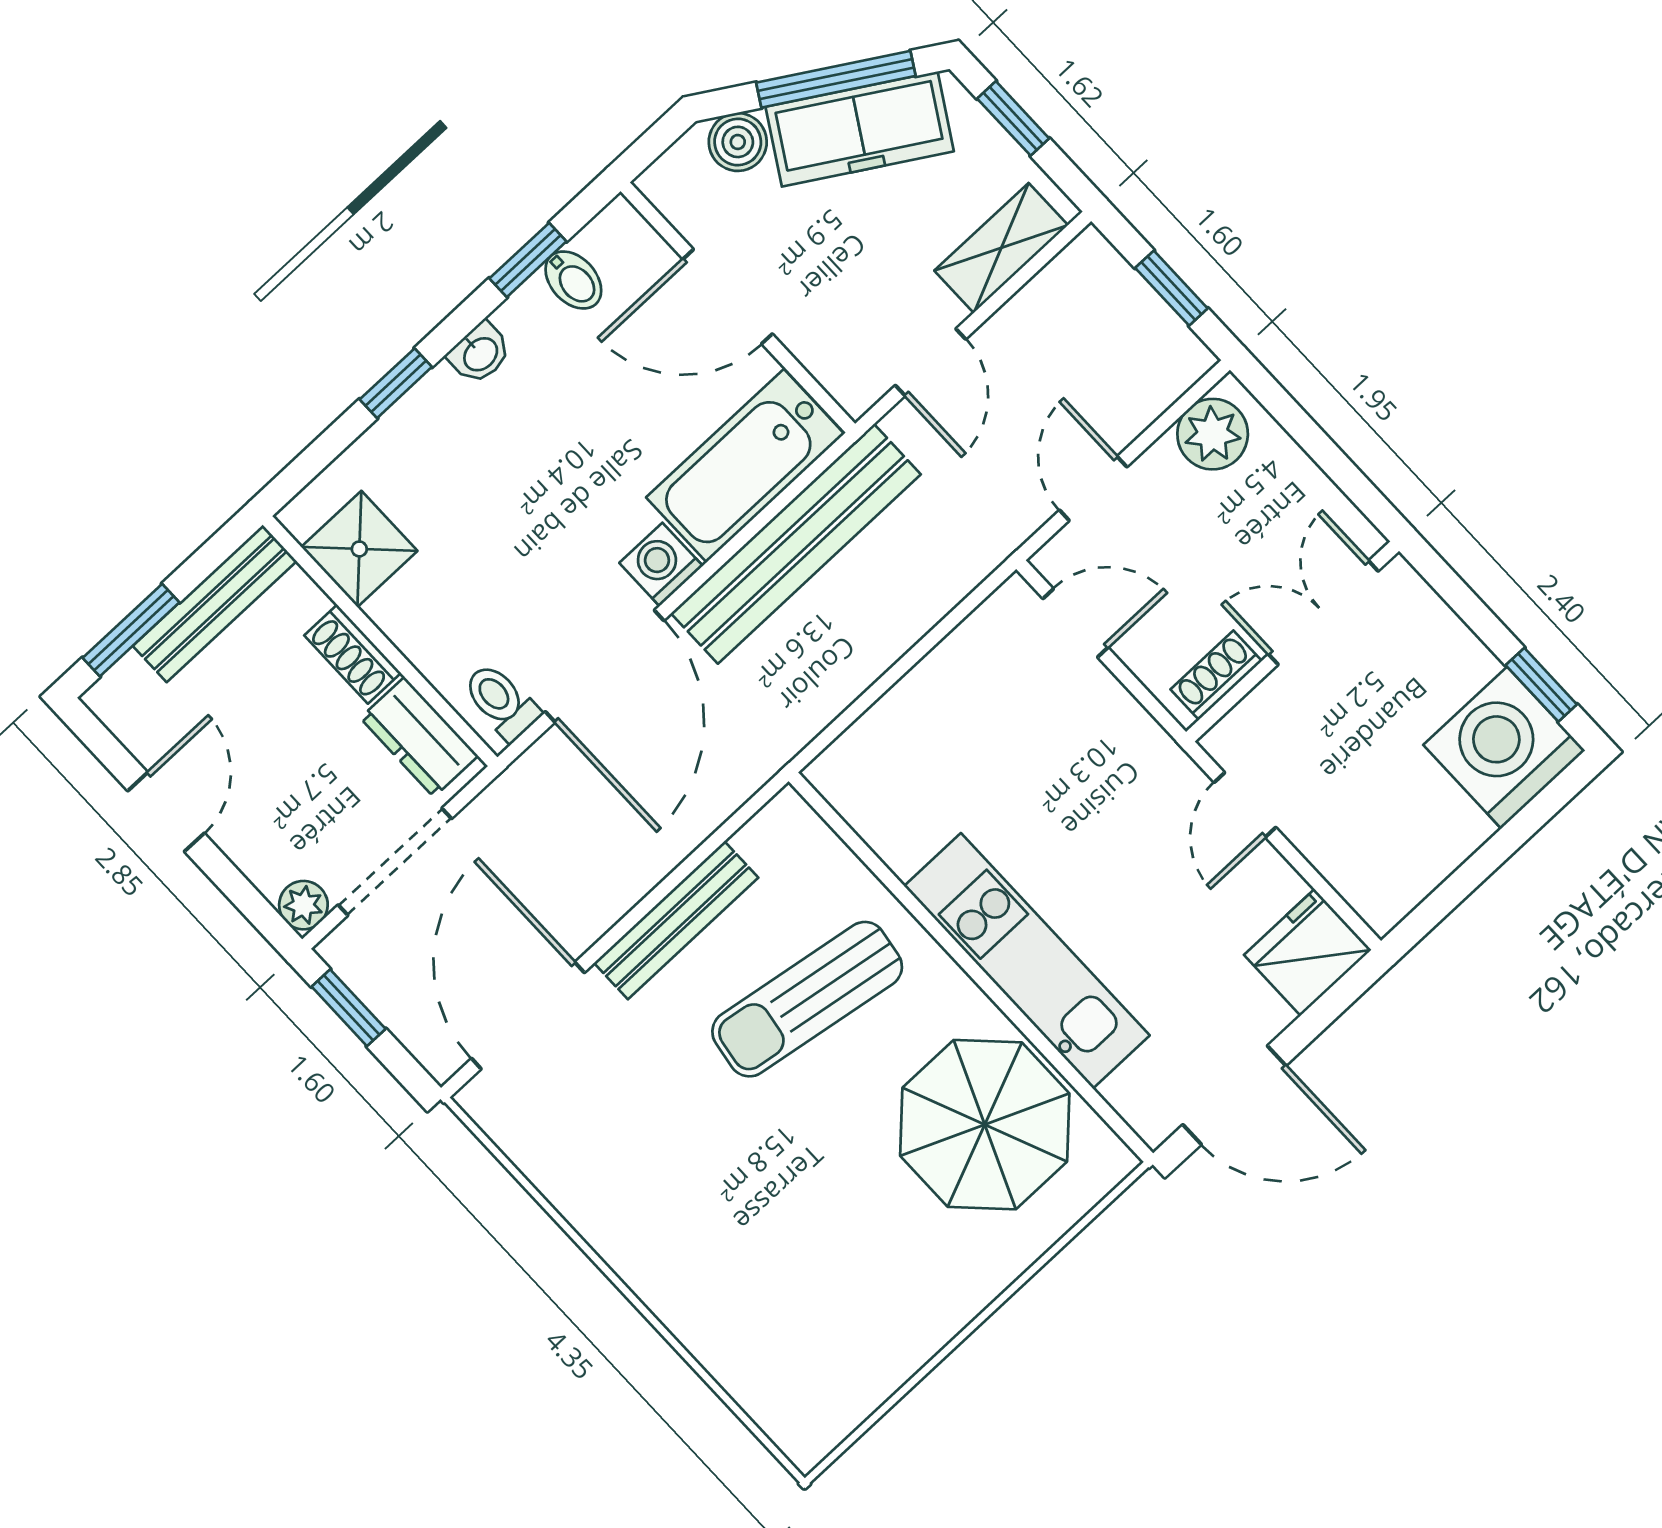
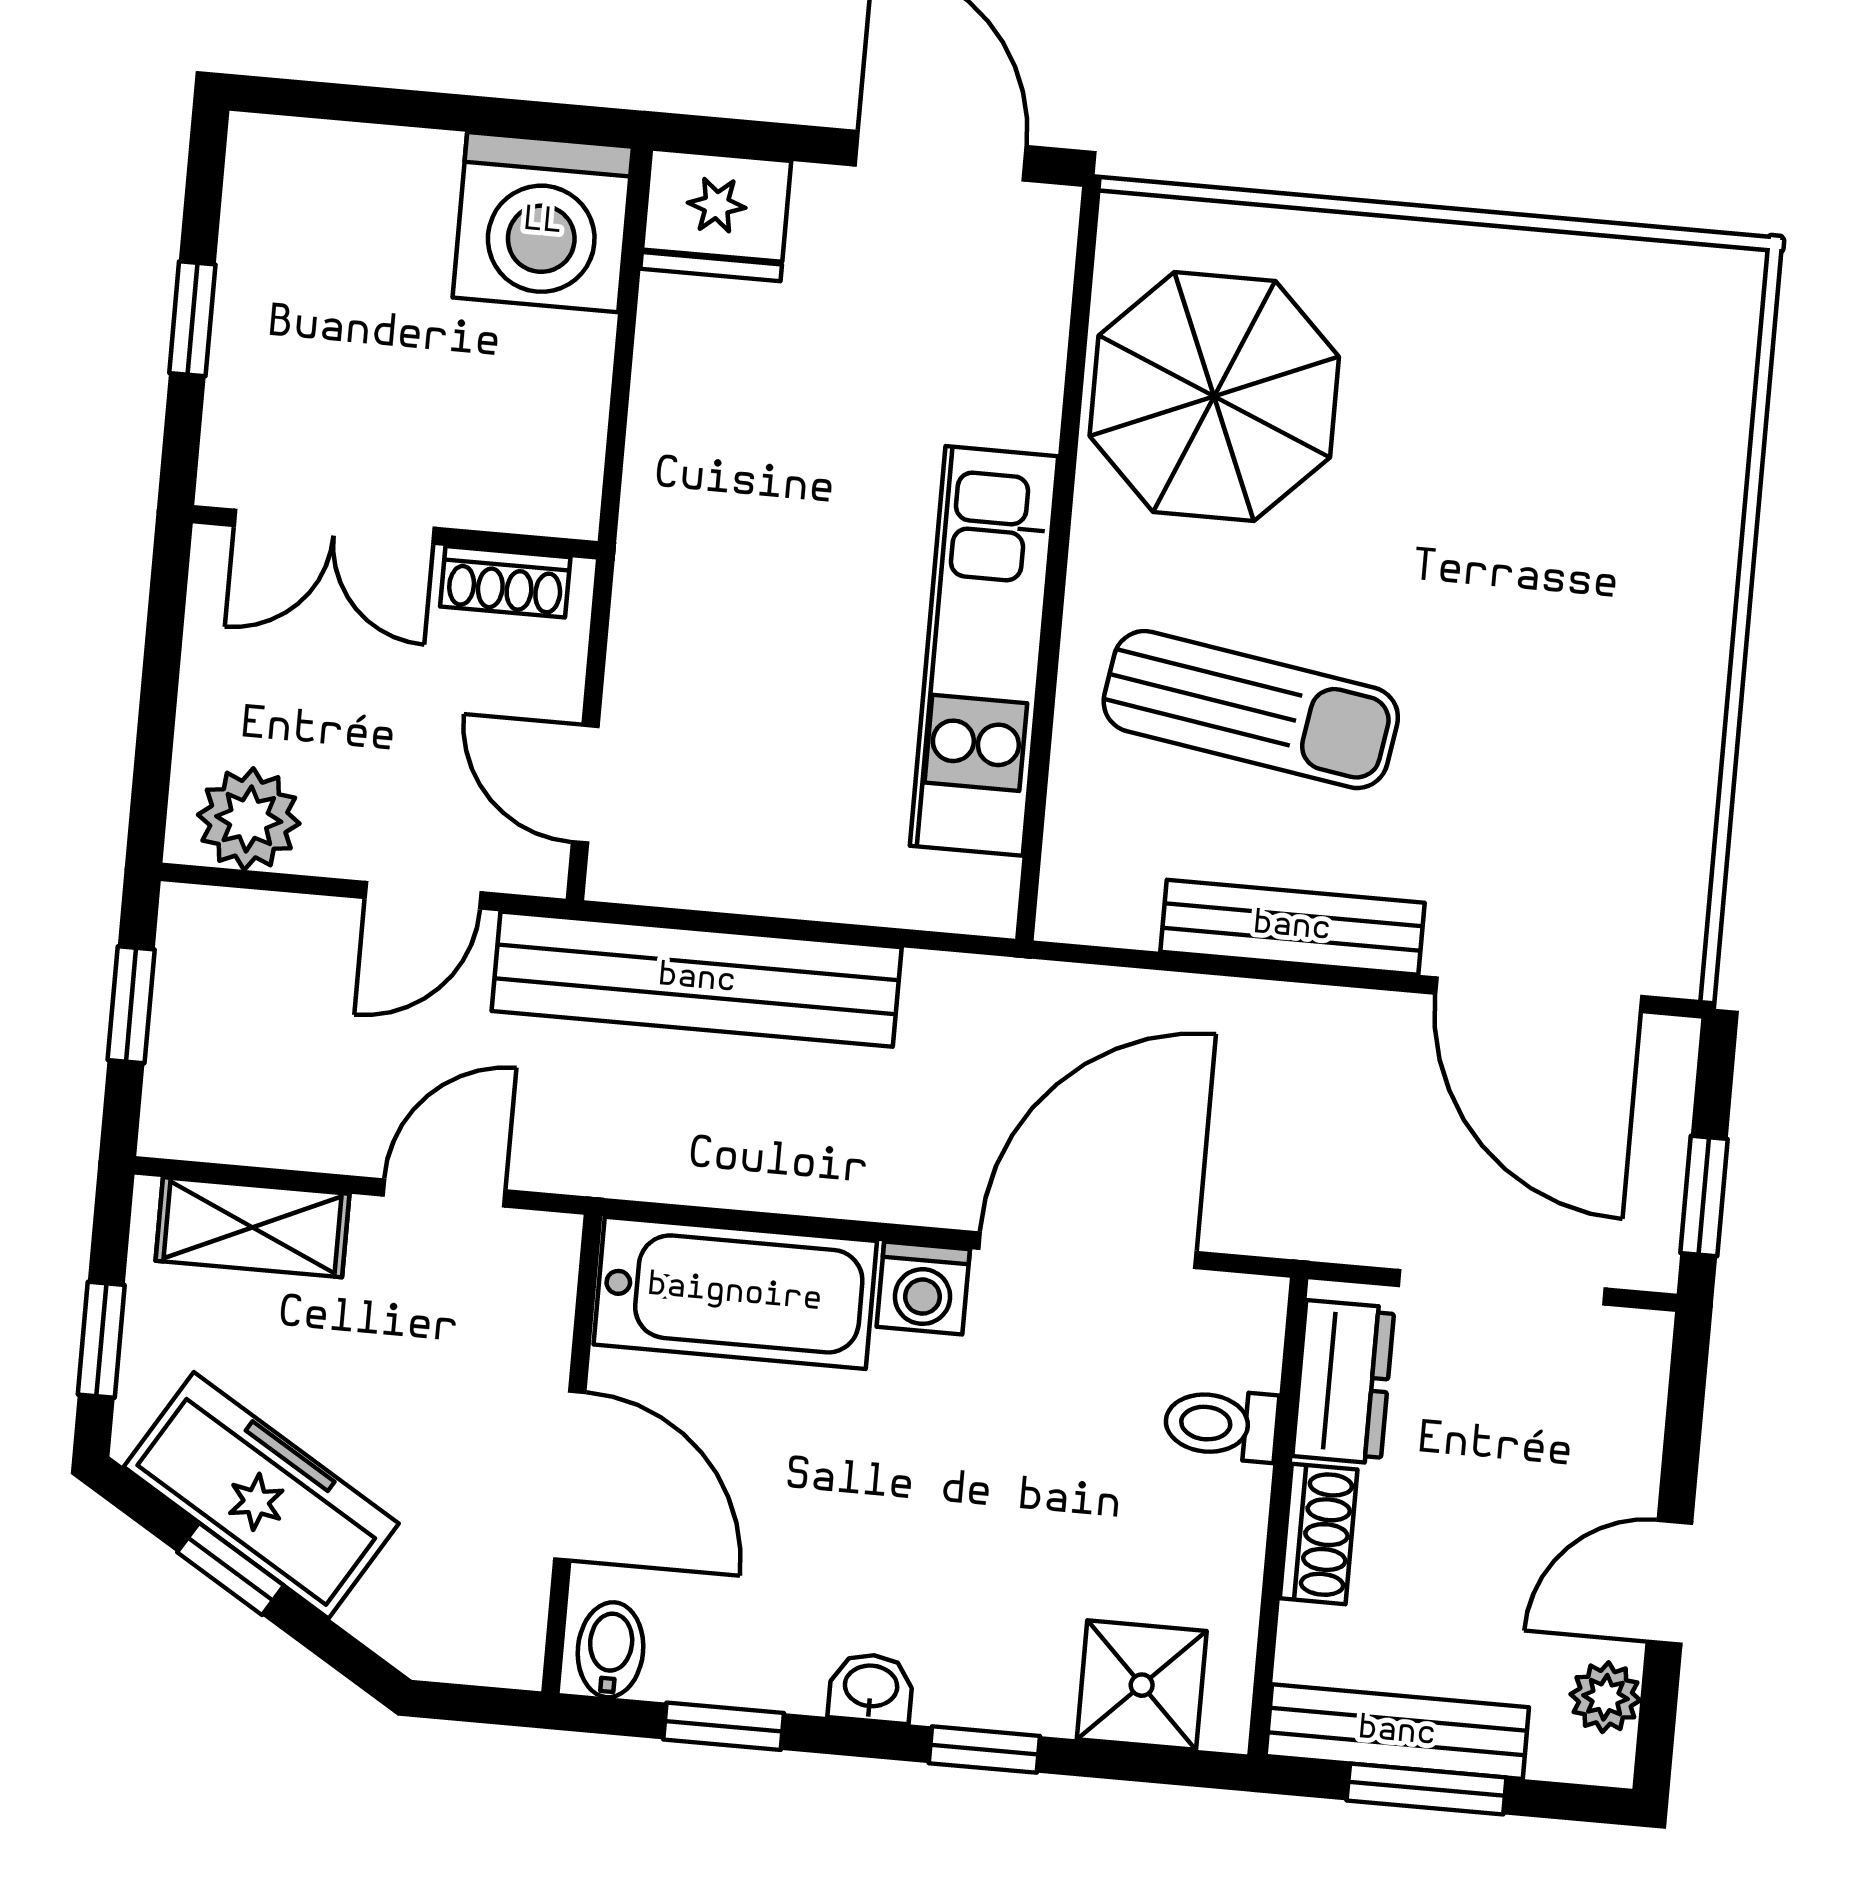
window: (836, 79) -> (231, 1569), width x0.46
boiler: (738, 142) -> (393, 1614), removed
bidet: (573, 280) -> (610, 1650), moved
bench: (796, 544) -> (697, 979), moved
shower: (359, 549) -> (1142, 1685), moved
window: (131, 630) -> (1427, 1789), moved
window: (1541, 685) -> (192, 319), moved
toilet: (501, 702) -> (1221, 1424), moved, turned 90
washing machine: (1504, 748) -> (543, 222), moved
door: (1245, 805) -> (617, 425), removed
plant: (303, 905) -> (1605, 1697), moved
kitchen unit: (1027, 961) -> (984, 651), moved
door: (528, 1016) -> (1539, 995), hinge flipped

